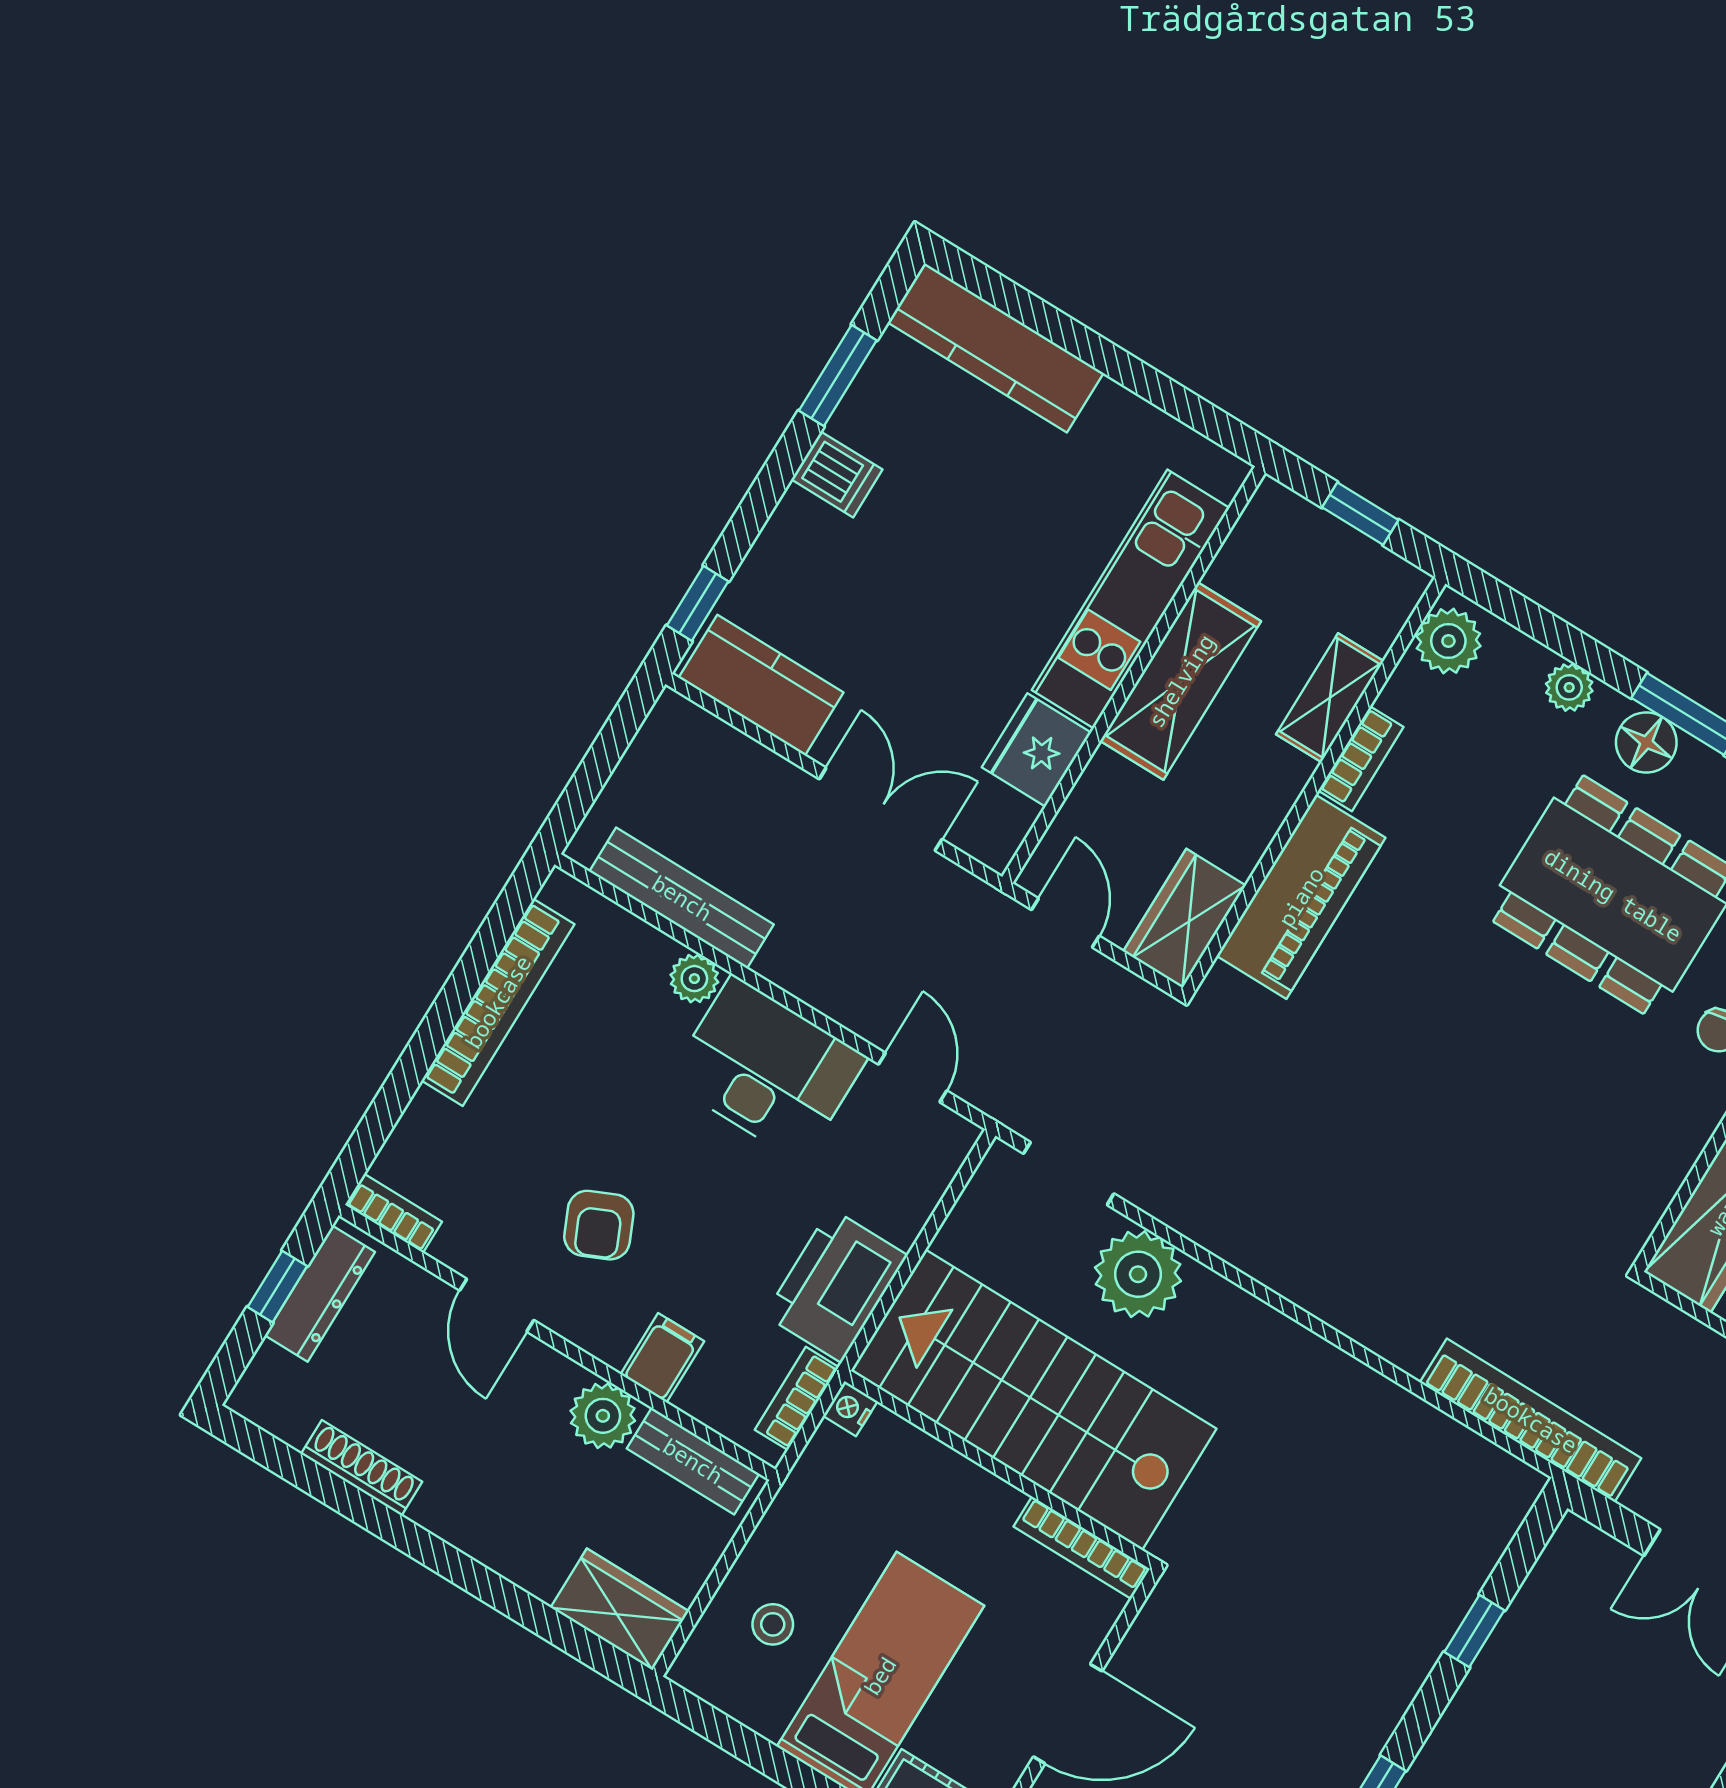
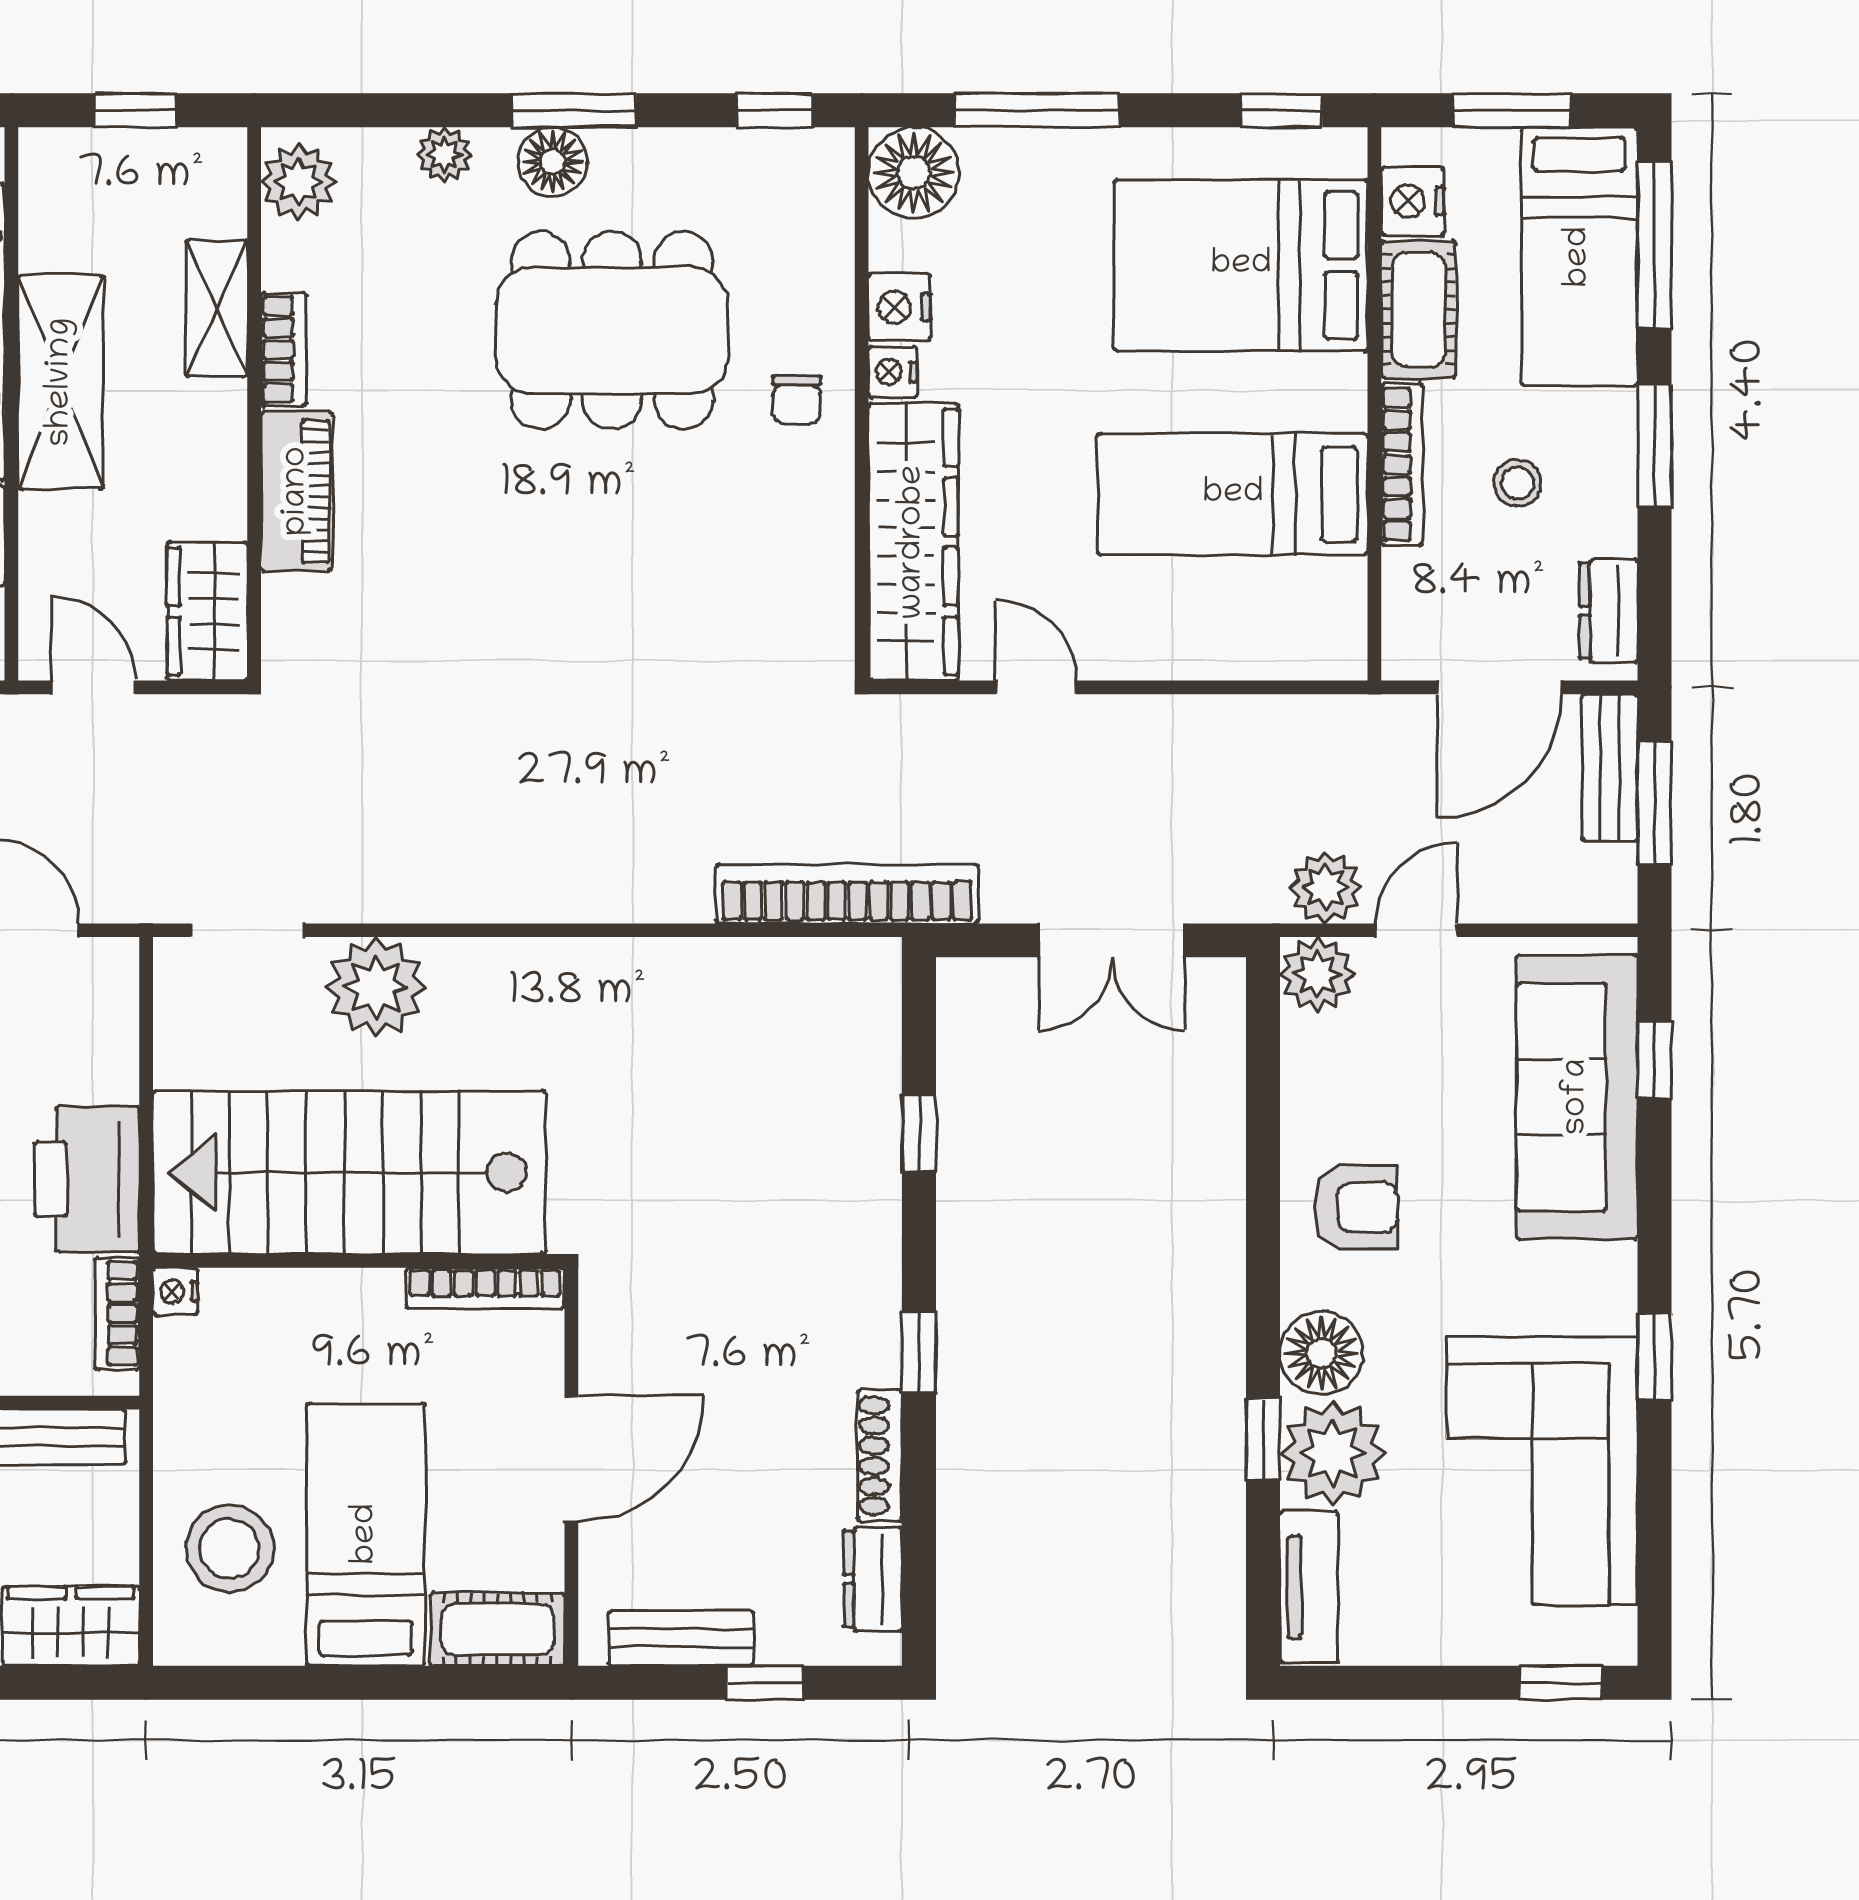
piano: (1301, 897) -> (297, 491), width x0.73, depth x0.75
stool: (773, 1624) -> (229, 1549), width x1.89, depth x1.89

